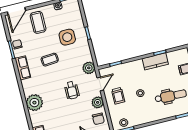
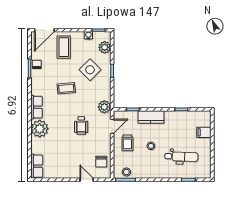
side table: (67, 37) -> (90, 70), turned 45
kitchen counter: (155, 61) -> (151, 117), moved
row of seats: (23, 68) -> (37, 107), moved
plant: (98, 102) -> (105, 47), moved

